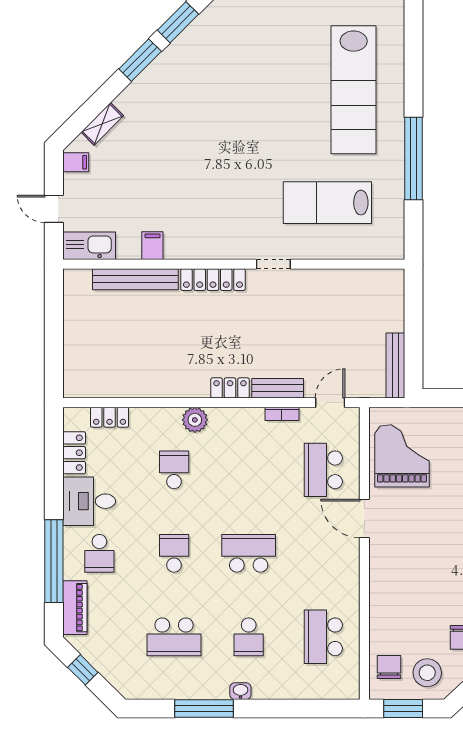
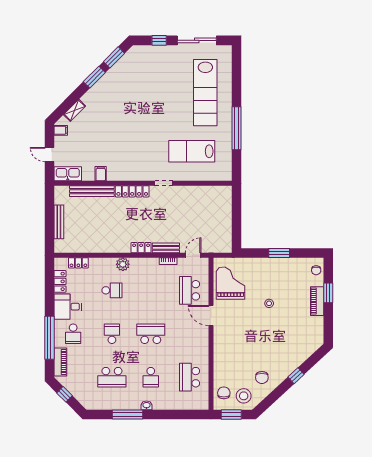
bench: (395, 365) -> (59, 222), moved
school desk: (174, 470) -> (112, 290), turned 90

